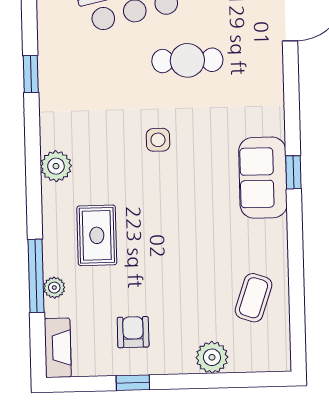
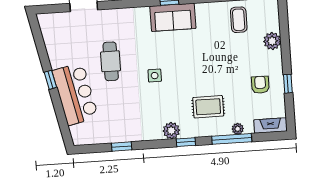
window: (34, 192) -> (186, 142), added
coffee table: (254, 298) -> (239, 20), turned 71
armchair: (133, 332) -> (260, 85), turned 90

